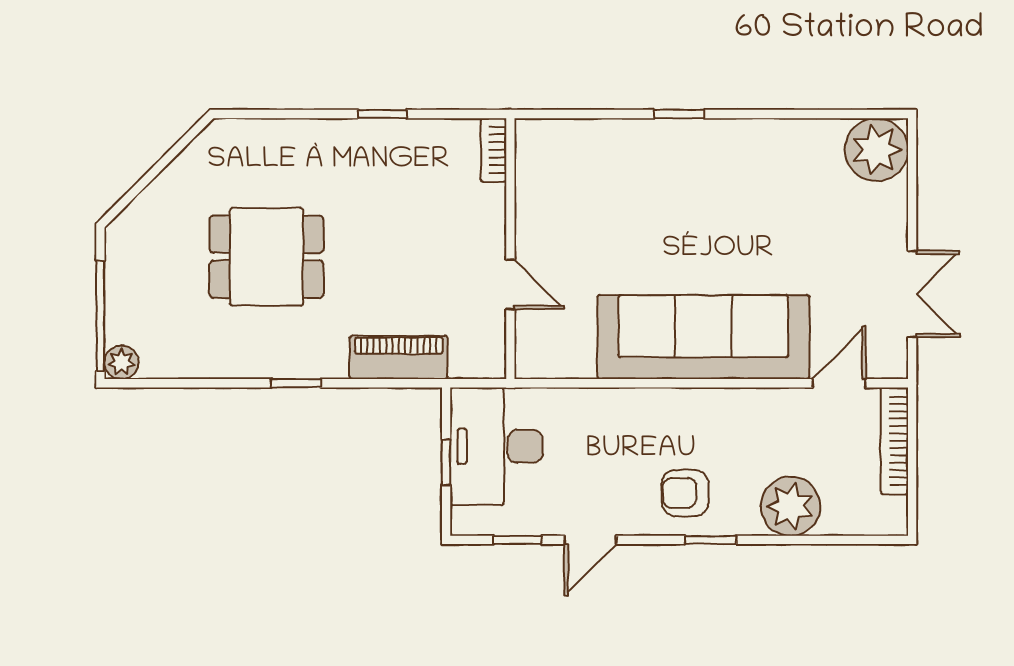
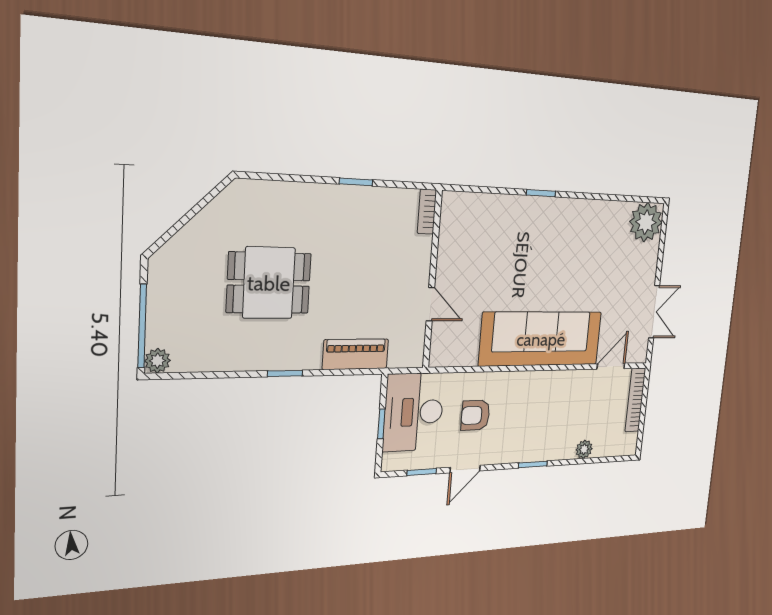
armchair: (685, 493) -> (475, 415), moved
plant: (790, 506) -> (584, 449), width x0.53, depth x0.53

